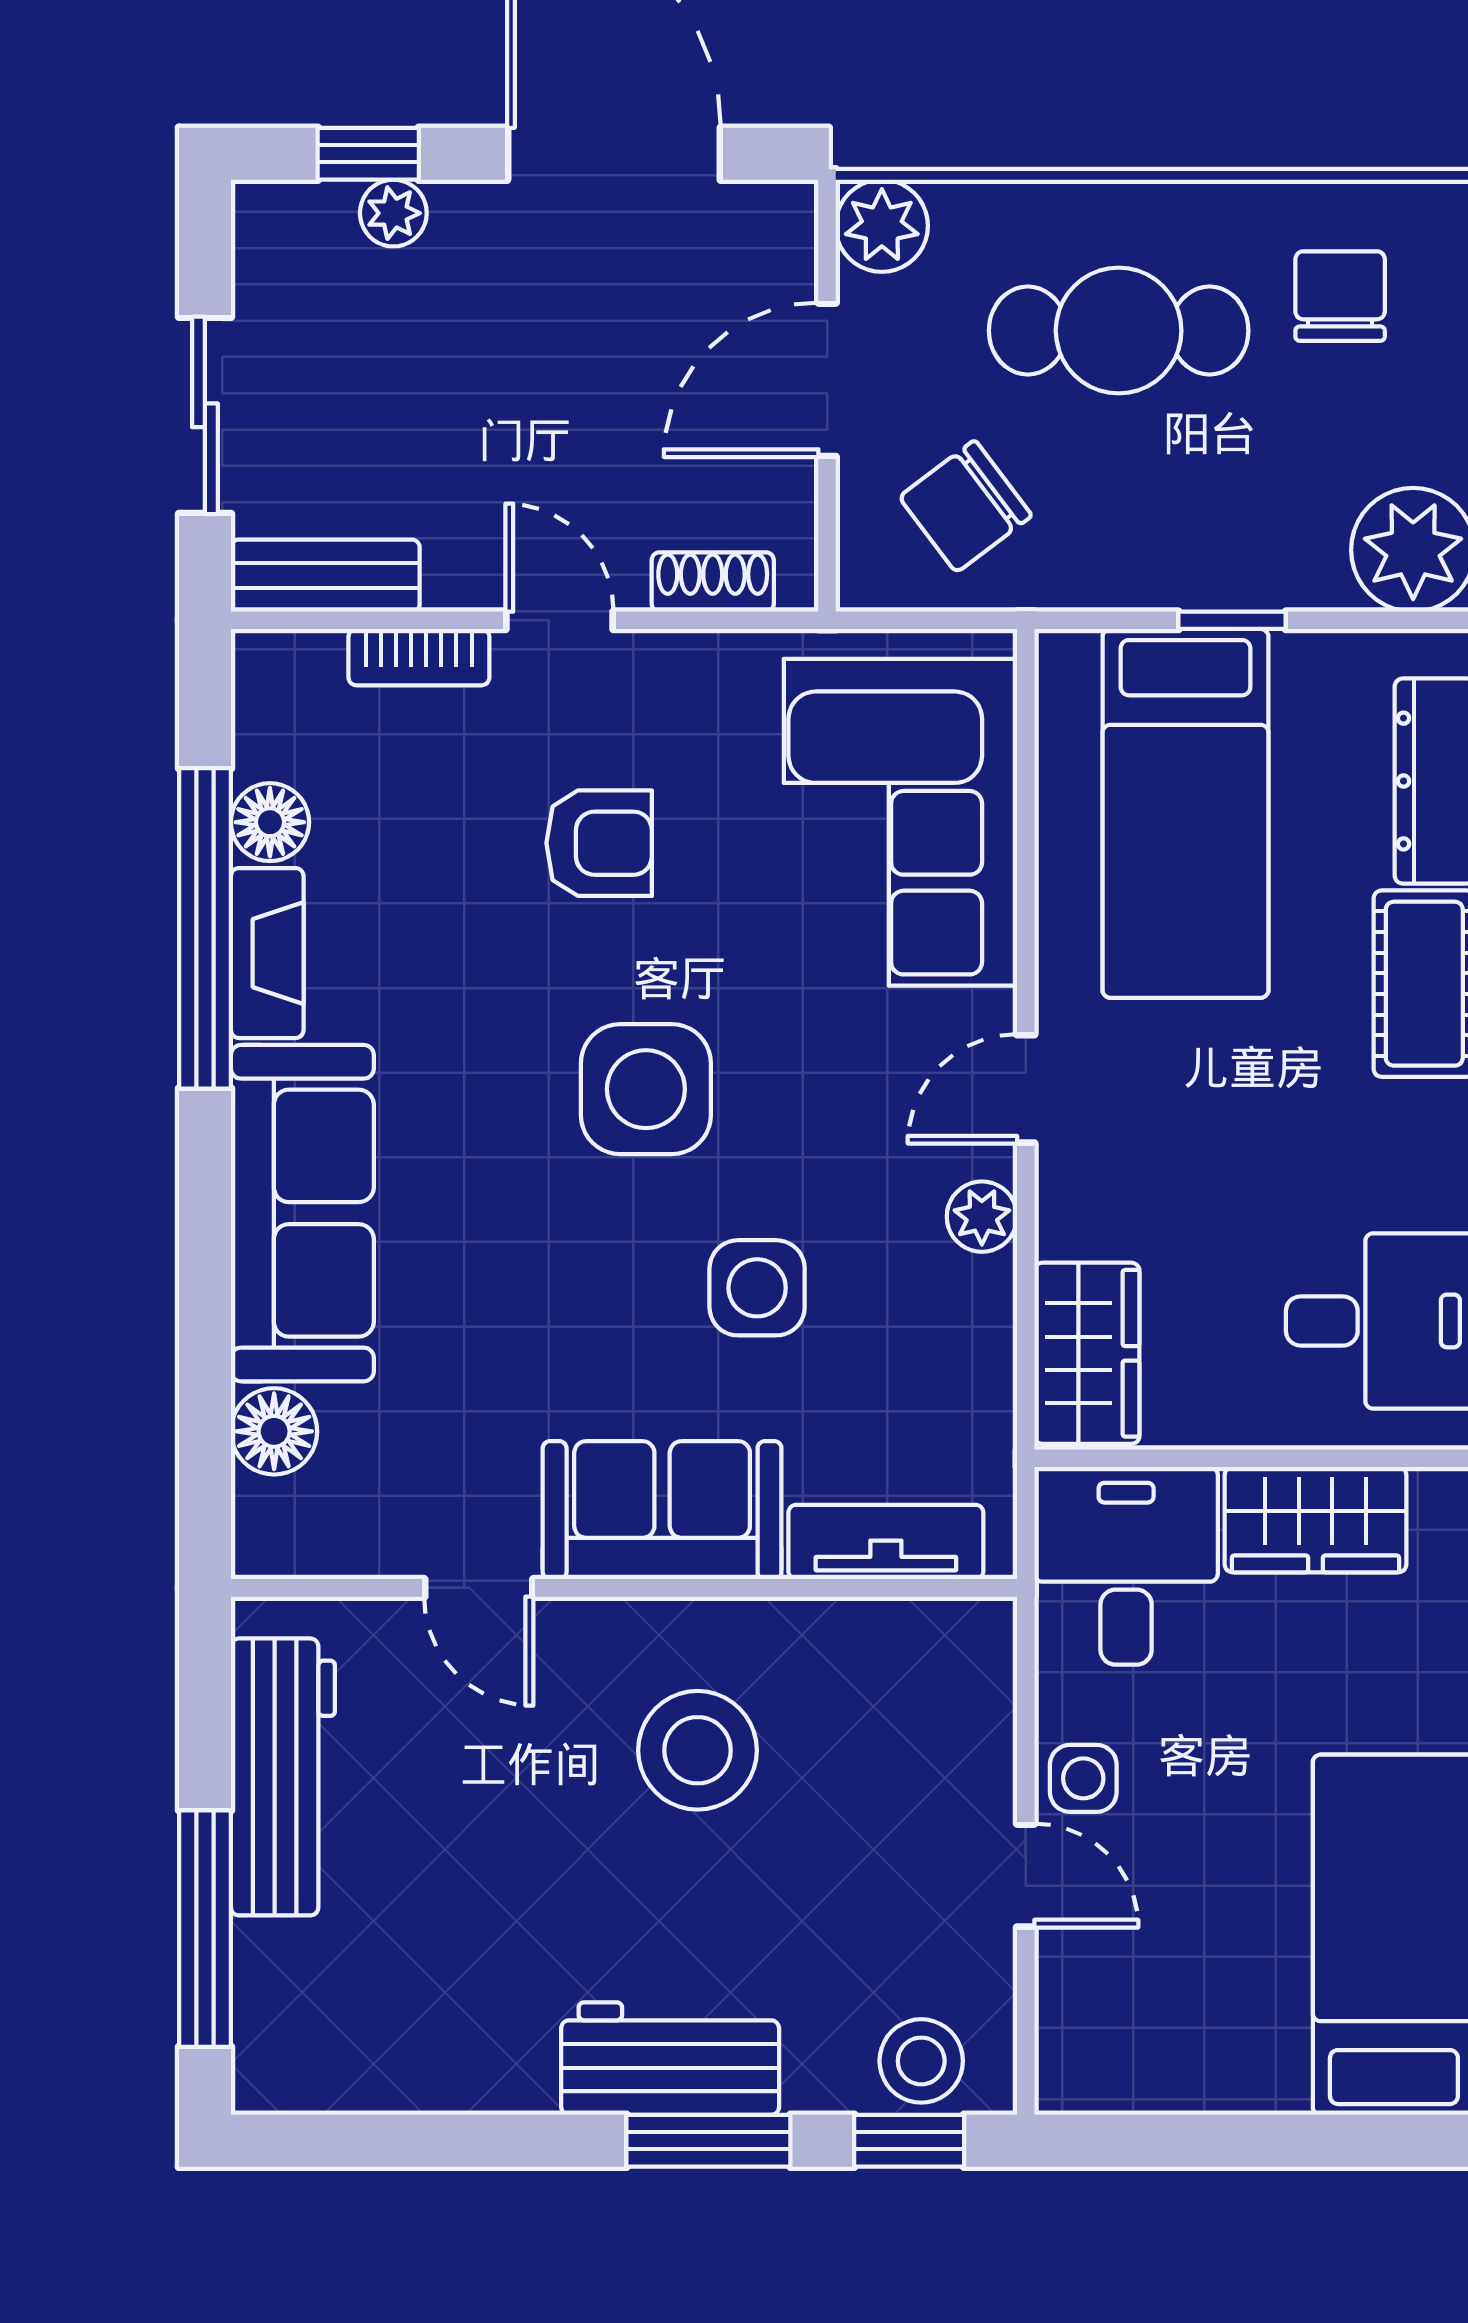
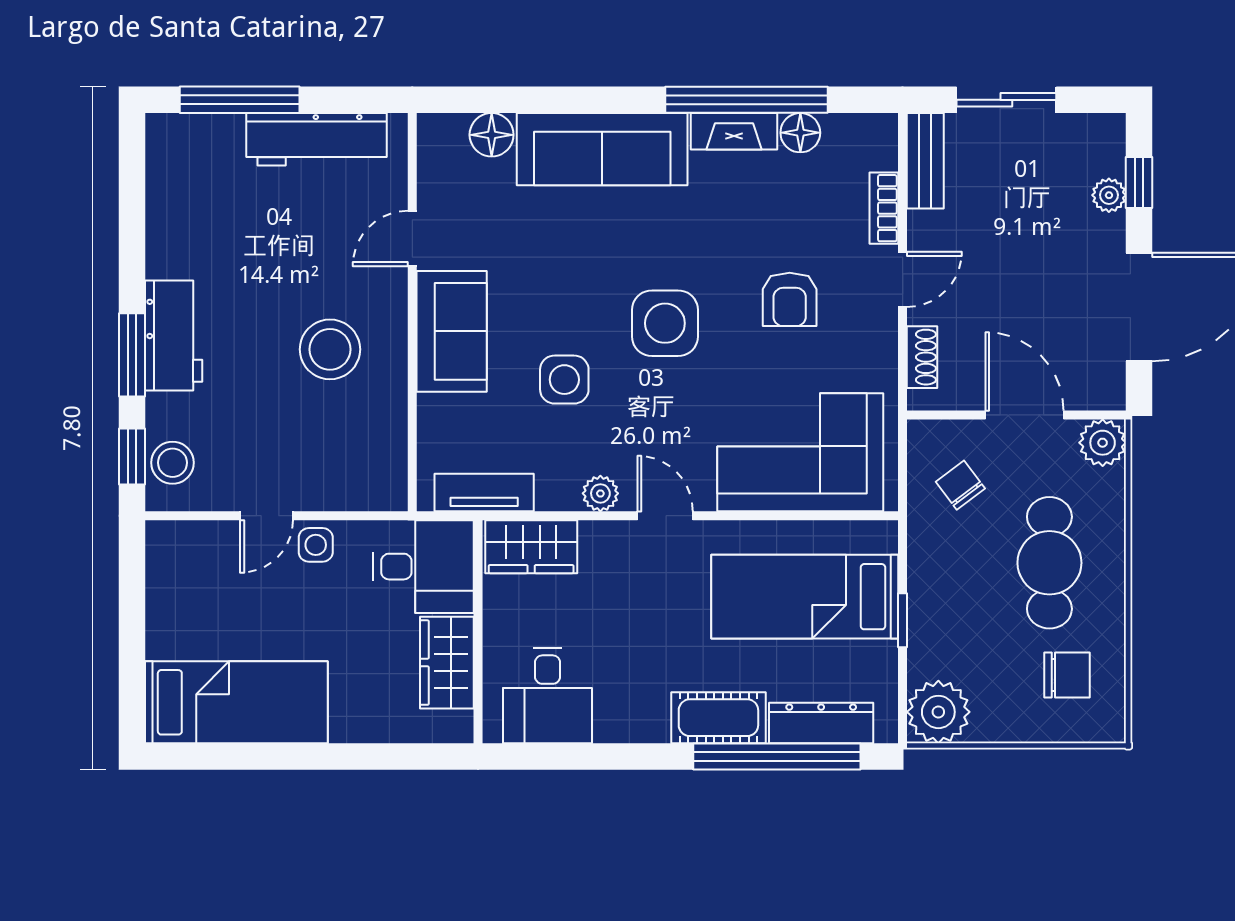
chair: (965, 506) -> (960, 485), width x0.73, depth x0.73
tv unit: (886, 1542) -> (484, 492), moved, turned -90

